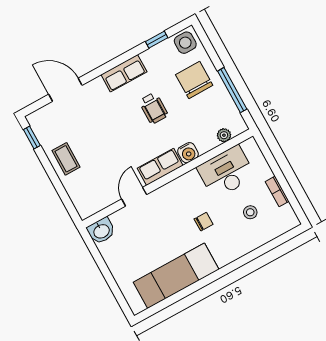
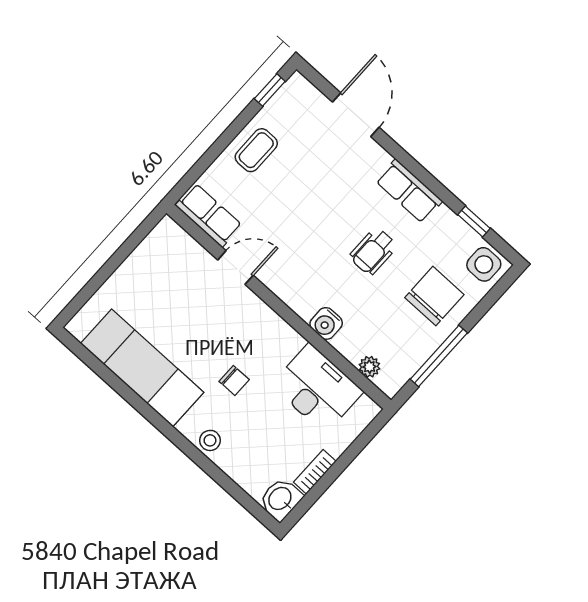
row of seats: (160, 167) -> (209, 215), moved
stool: (250, 212) -> (210, 440), moved
washbasin: (101, 231) -> (281, 499), moved, turned 90

